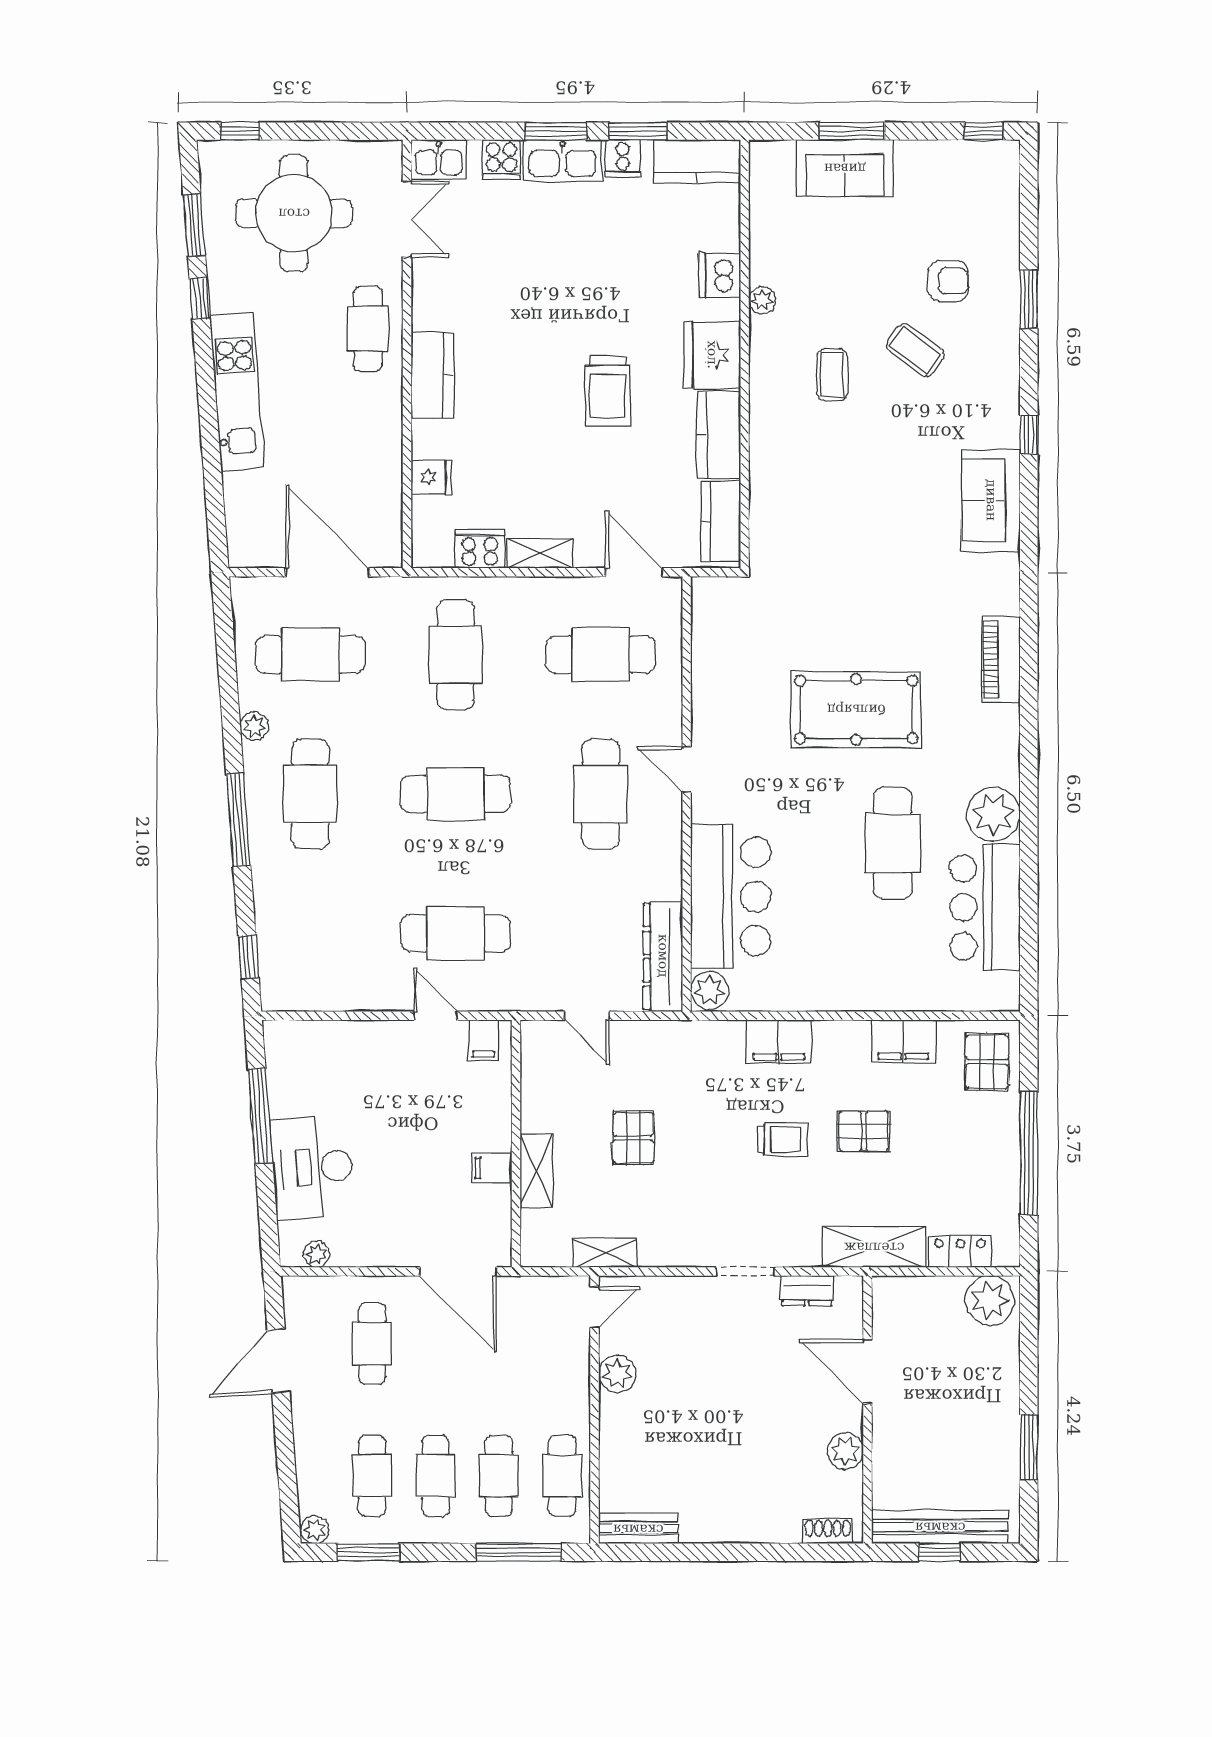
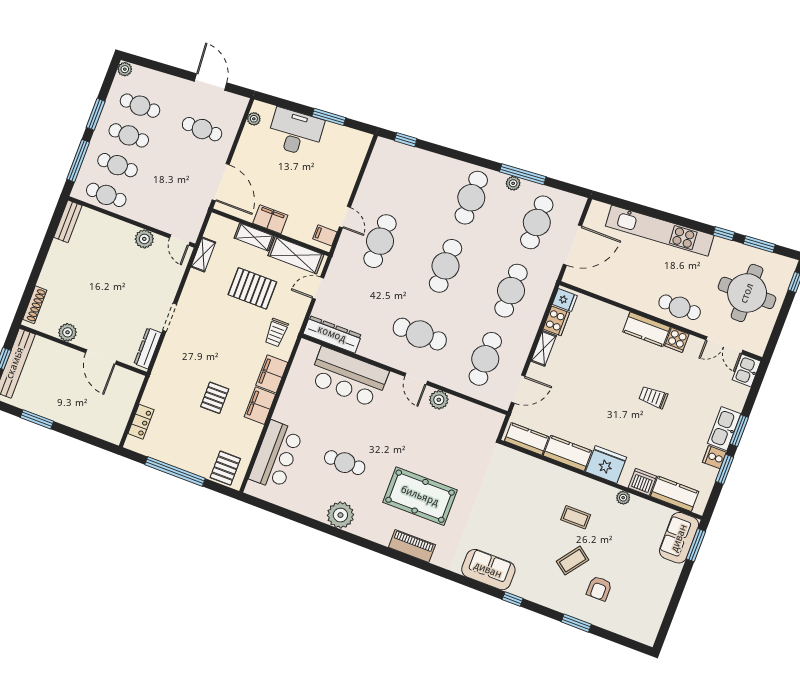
window: (852, 131) -> (696, 545), moved
window: (984, 131) -> (663, 632), removed
cooker: (501, 159) -> (677, 340), moved, turned -90
kitchen counter: (697, 161) -> (675, 494), moved, turned 90
sofa: (845, 168) -> (679, 538), moved
kitchen unit: (237, 391) -> (660, 231), width x1.36
trolley: (608, 391) -> (653, 397), moved, width x0.73, depth x0.72
fridge: (431, 477) -> (565, 300), moved, turned -90
cafe table: (456, 655) -> (511, 291), turned 90
pool table: (856, 709) -> (420, 496), moved, turned 90
door: (687, 769) -> (416, 379), swing flipped
cafe table: (310, 794) -> (471, 198), turned 90
window: (238, 820) -> (523, 174), moved
cafe table: (893, 843) -> (345, 463), width x0.73, depth x0.74
bar counter: (985, 907) -> (276, 455), moved, turned 90
plant: (710, 990) -> (439, 400), moved
door: (436, 1016) -> (345, 217), hinge flipped
filing cabinet: (903, 1041) -> (260, 406), moved
pallet: (987, 1062) -> (225, 468), turned 90
window: (260, 1116) -> (329, 117), width x0.69
pallet: (633, 1138) -> (252, 288), width x1.50, depth x1.42
trolley: (782, 1140) -> (276, 333), moved
filing cabinet: (492, 1168) -> (270, 219), width x2.00
shelving: (874, 1247) -> (296, 255), moved, turned 90
door: (458, 1272) -> (221, 182), swing flipped
dresser: (807, 1291) -> (148, 348), width x1.44
plant: (990, 1300) -> (113, 427), removed
door: (867, 1372) -> (101, 357), swing flipped
shoe rack: (828, 1532) -> (35, 305), width x1.43
window: (368, 1552) -> (96, 114), moved

